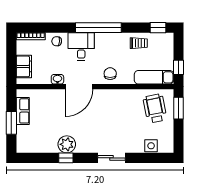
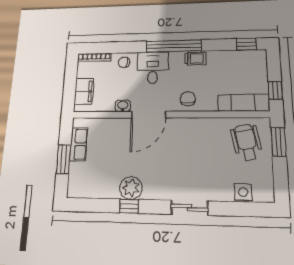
trolley: (139, 43) -> (195, 59), moved

